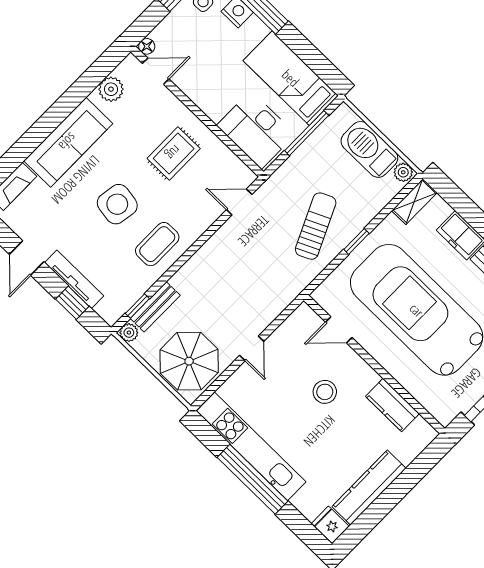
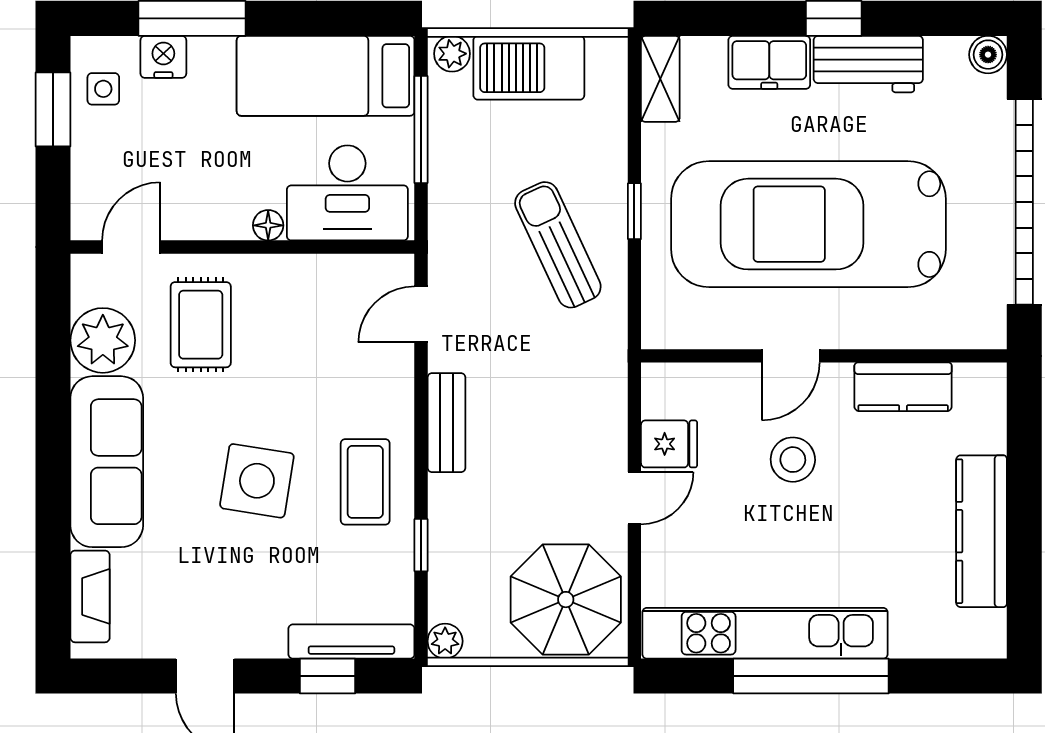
floor lamp: (147, 46) -> (268, 225), moved
plant: (111, 89) -> (103, 340), width x1.36, depth x1.36
rug: (174, 153) -> (201, 325), moved
plant: (403, 172) -> (452, 54), moved
tv unit: (74, 279) -> (351, 642), moved
window: (137, 306) -> (421, 545), moved
bench: (155, 307) -> (446, 423), moved
door: (339, 330) -> (791, 356), moved
door: (252, 348) -> (634, 498), hinge flipped
fridge: (330, 525) -> (669, 444), moved, turned 180

